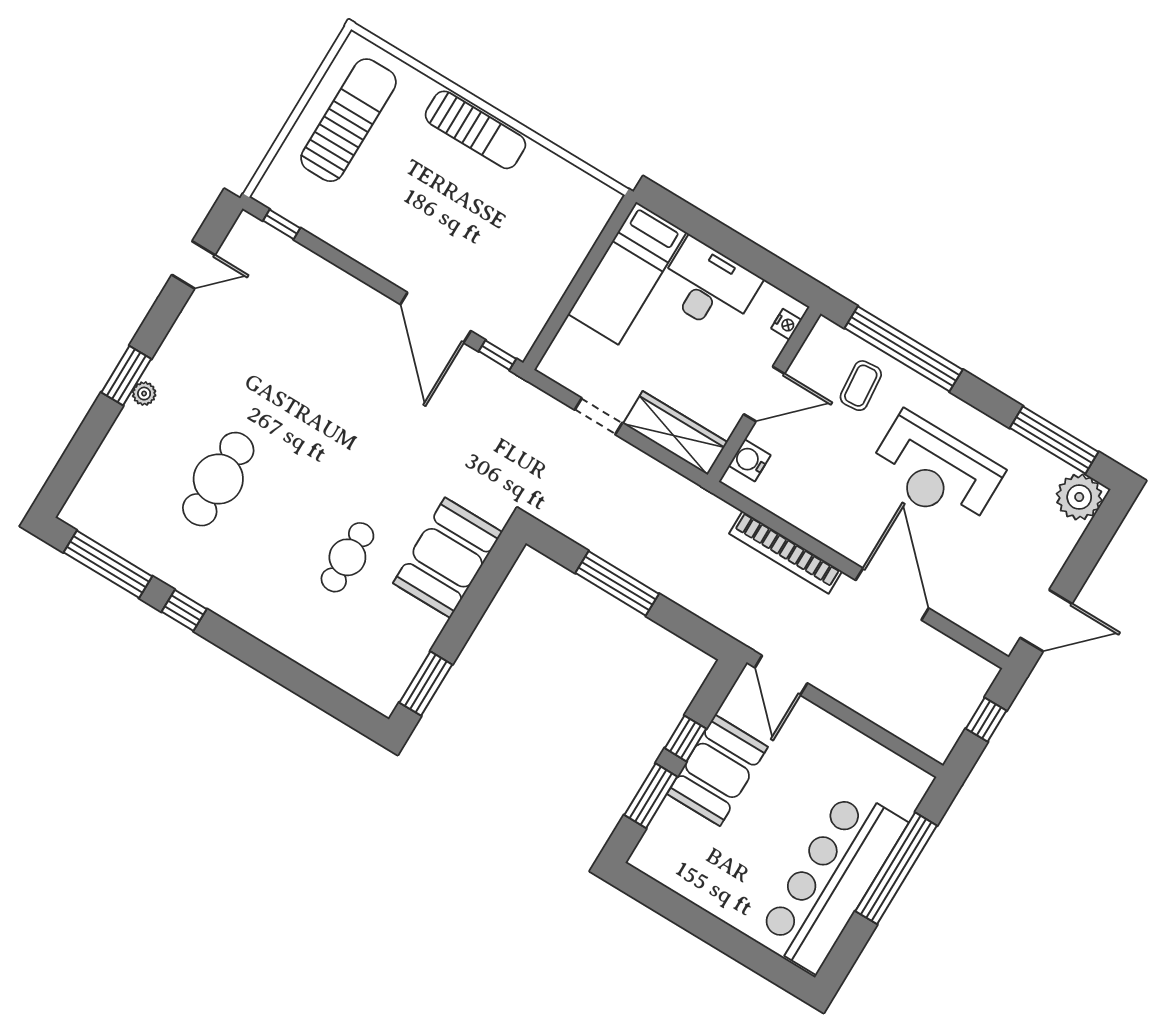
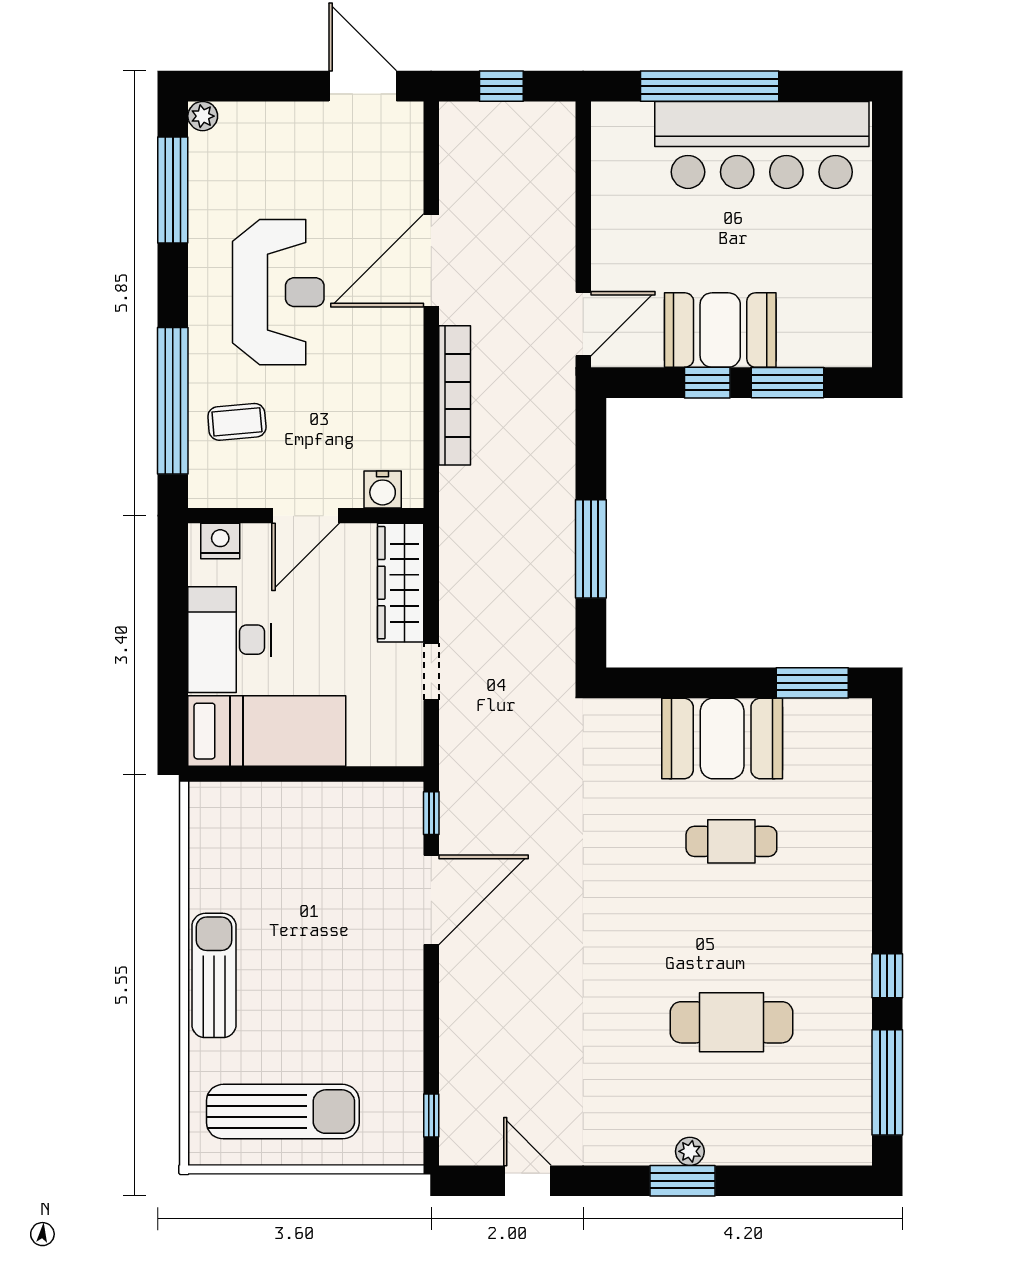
sun lounger: (349, 120) -> (283, 1112), turned 180
nightstand: (786, 324) -> (220, 541), width x1.39, depth x1.35
door: (764, 394) -> (306, 516), swing flipped
plant: (1079, 497) -> (203, 116), width x0.53, depth x0.53
booth: (448, 558) -> (722, 738), moved

